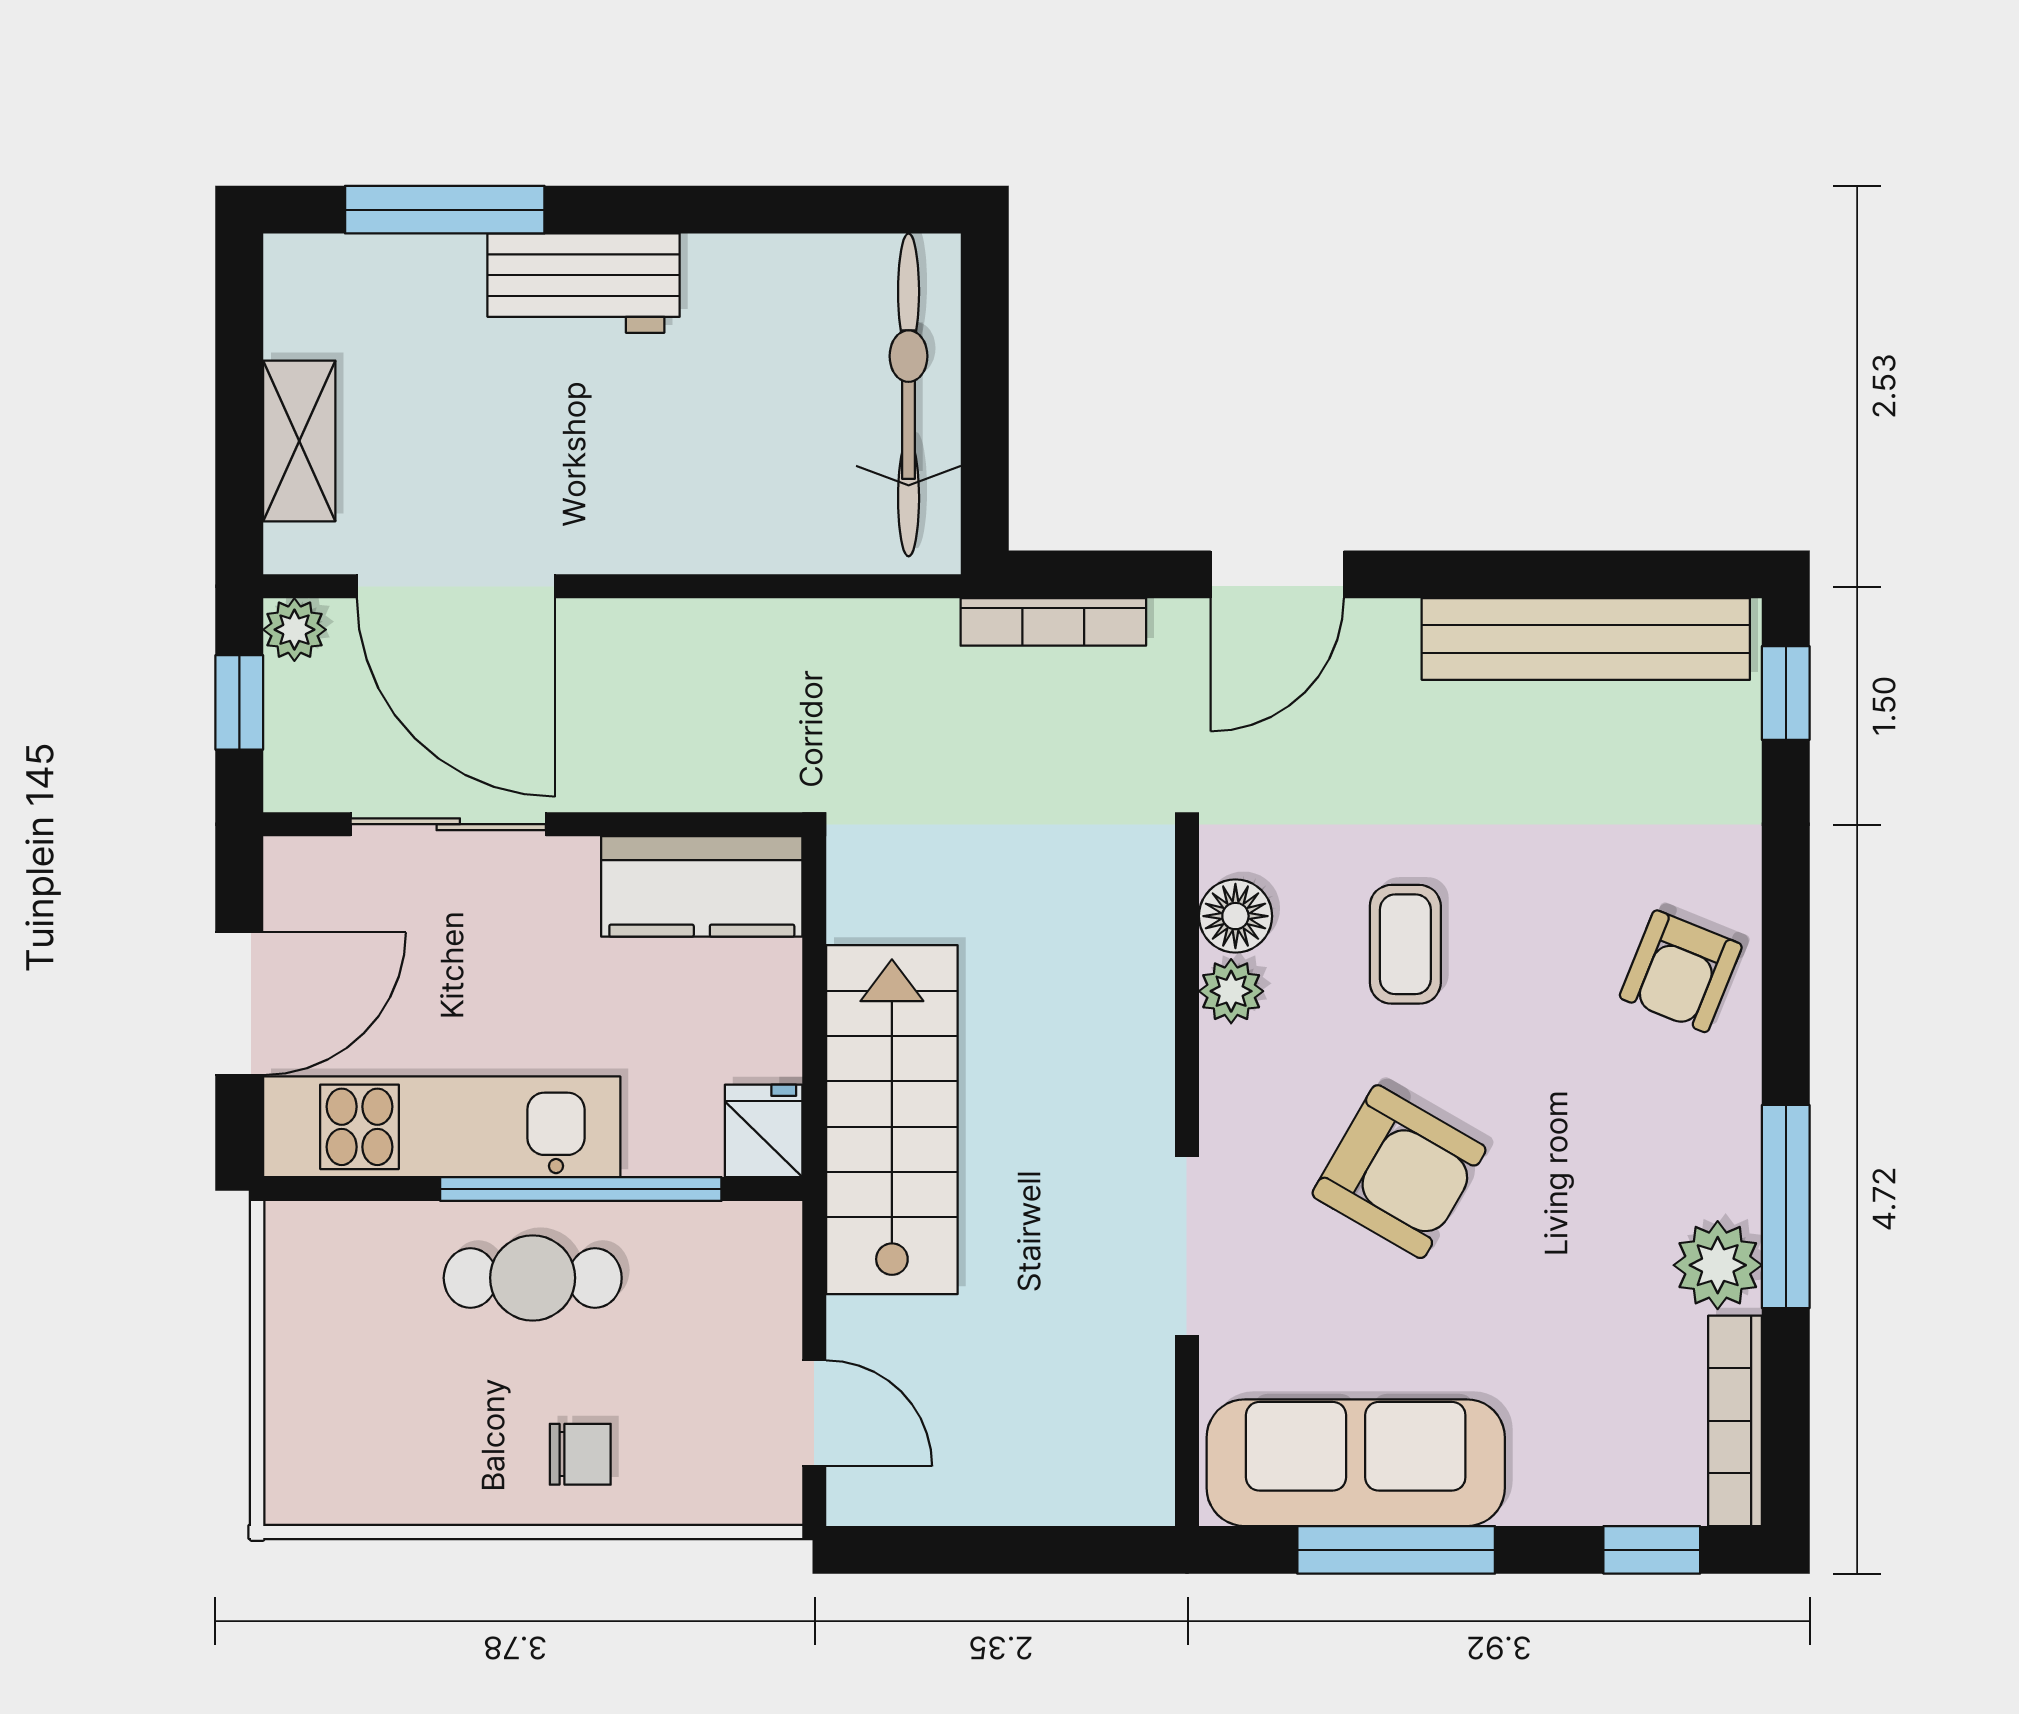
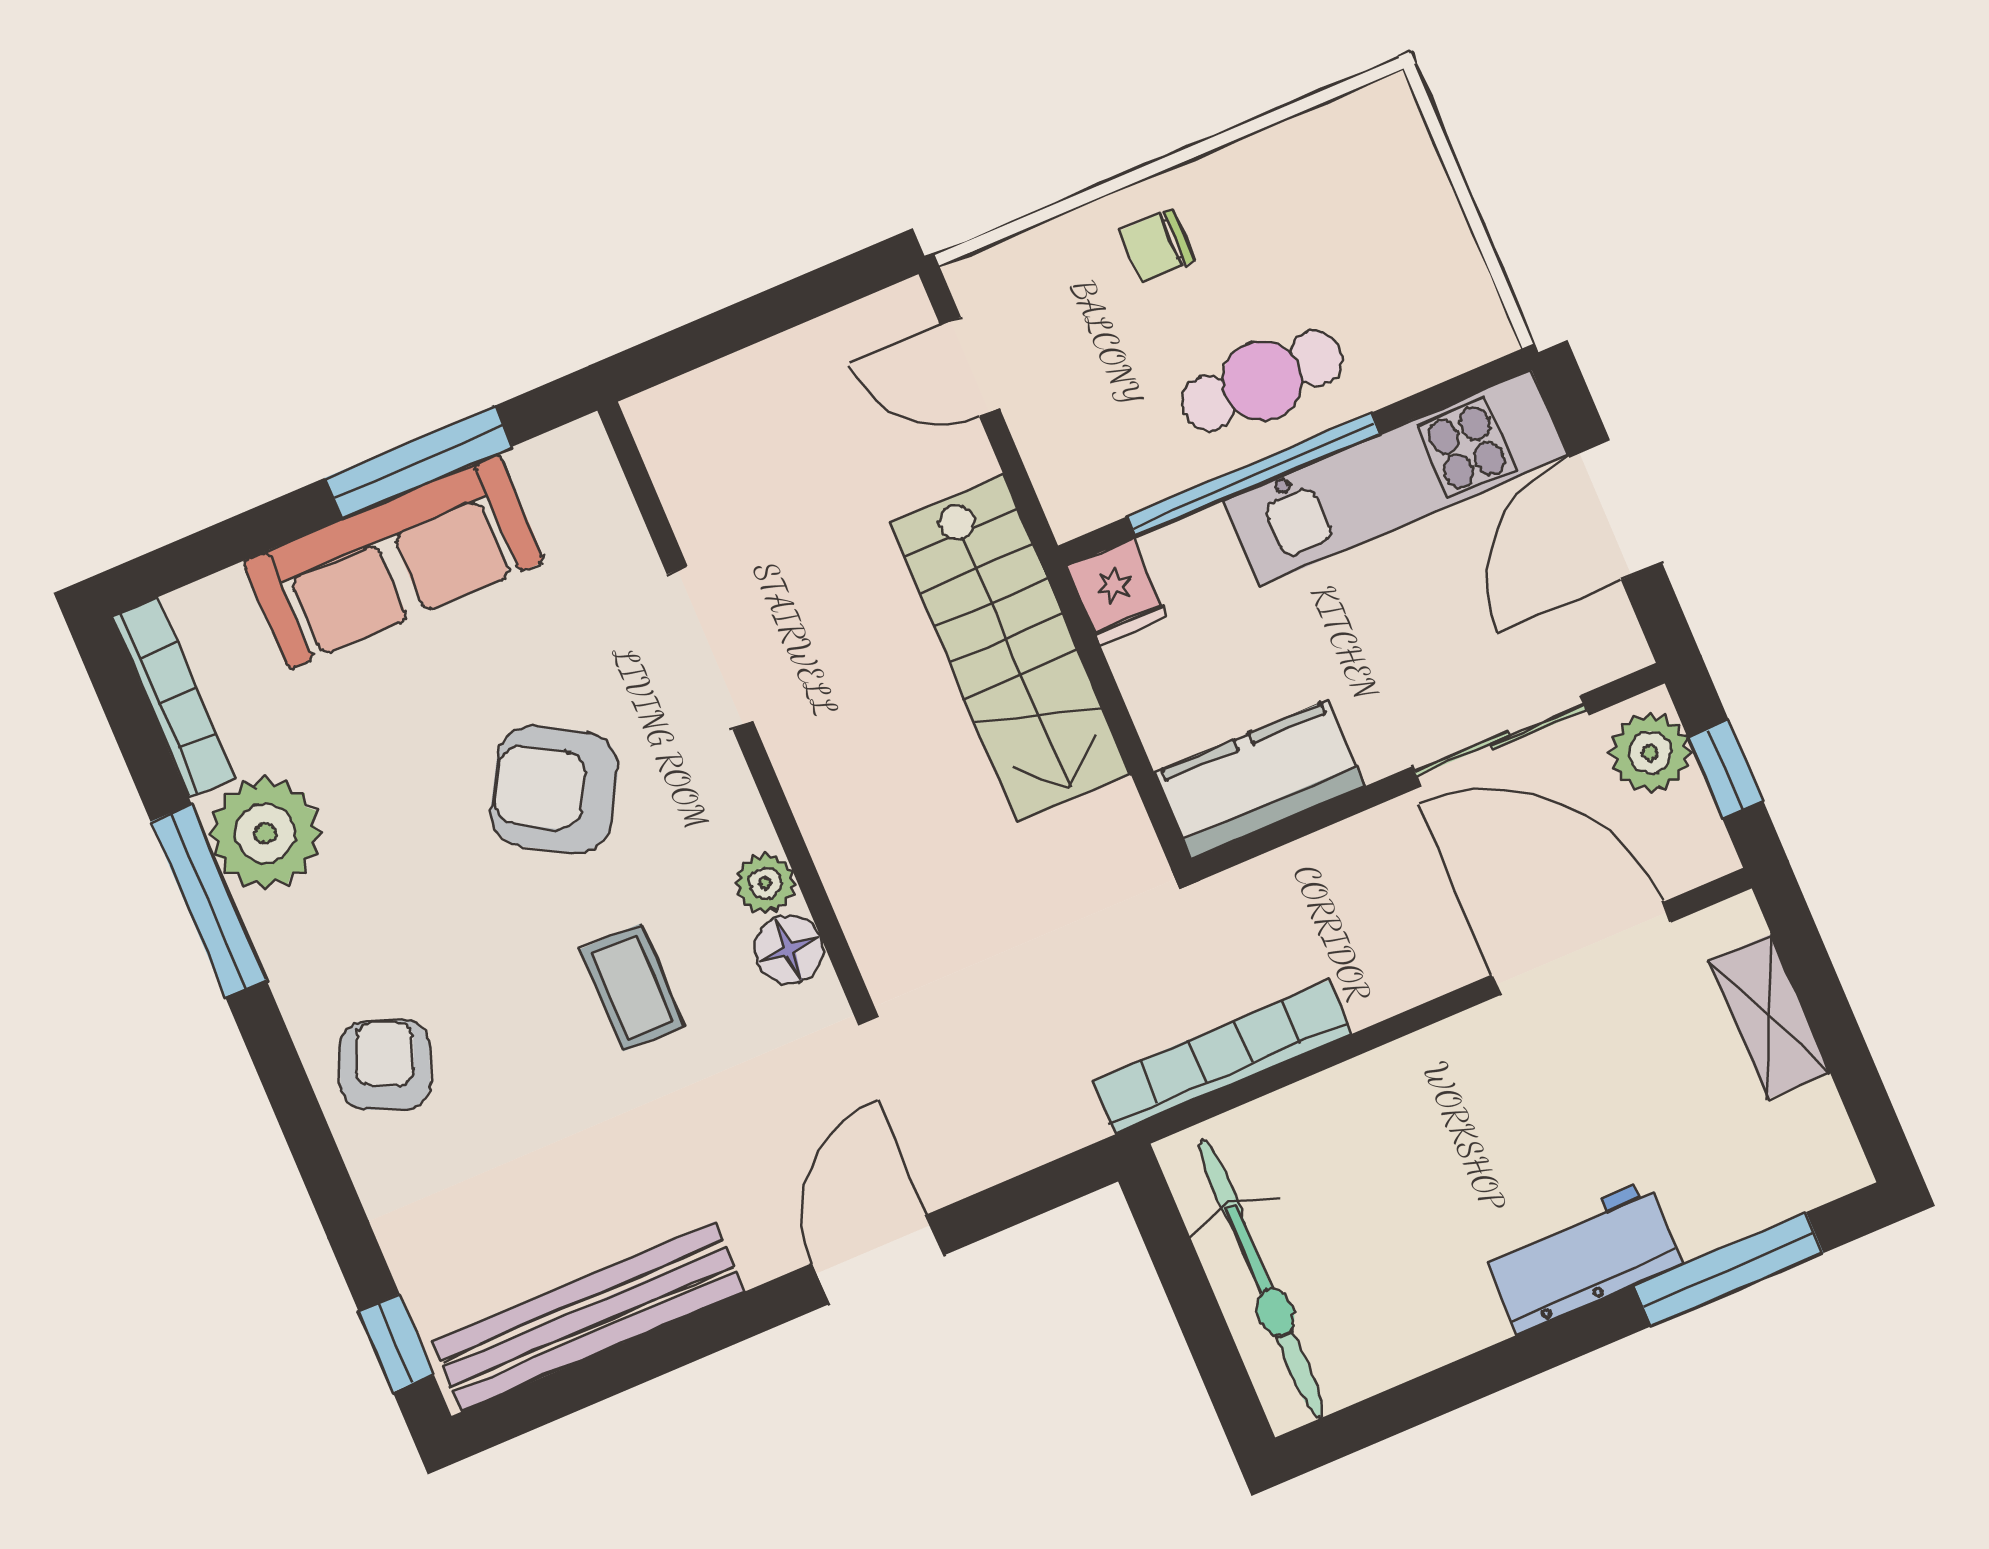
bookcase: (1053, 622) -> (1222, 1057), moved, width x1.48, depth x1.31
plant: (294, 630) -> (1650, 752), moved, width x1.38, depth x1.38
plant: (1718, 1265) -> (265, 833), width x1.36, depth x1.36
sofa: (1356, 1463) -> (394, 561), moved
window: (1652, 1550) -> (198, 556), removed

